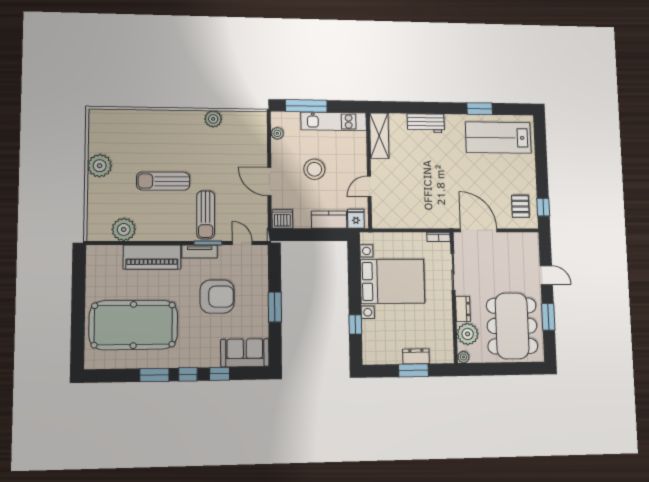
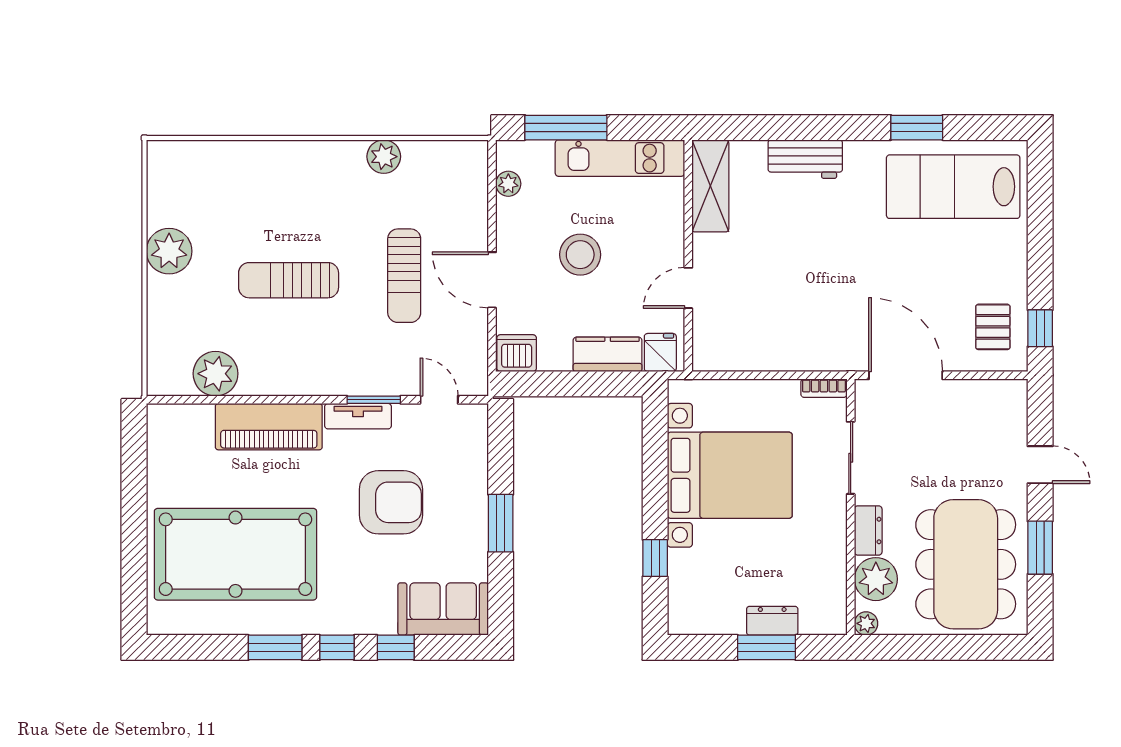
sun lounger: (206, 215) -> (404, 276), moved

